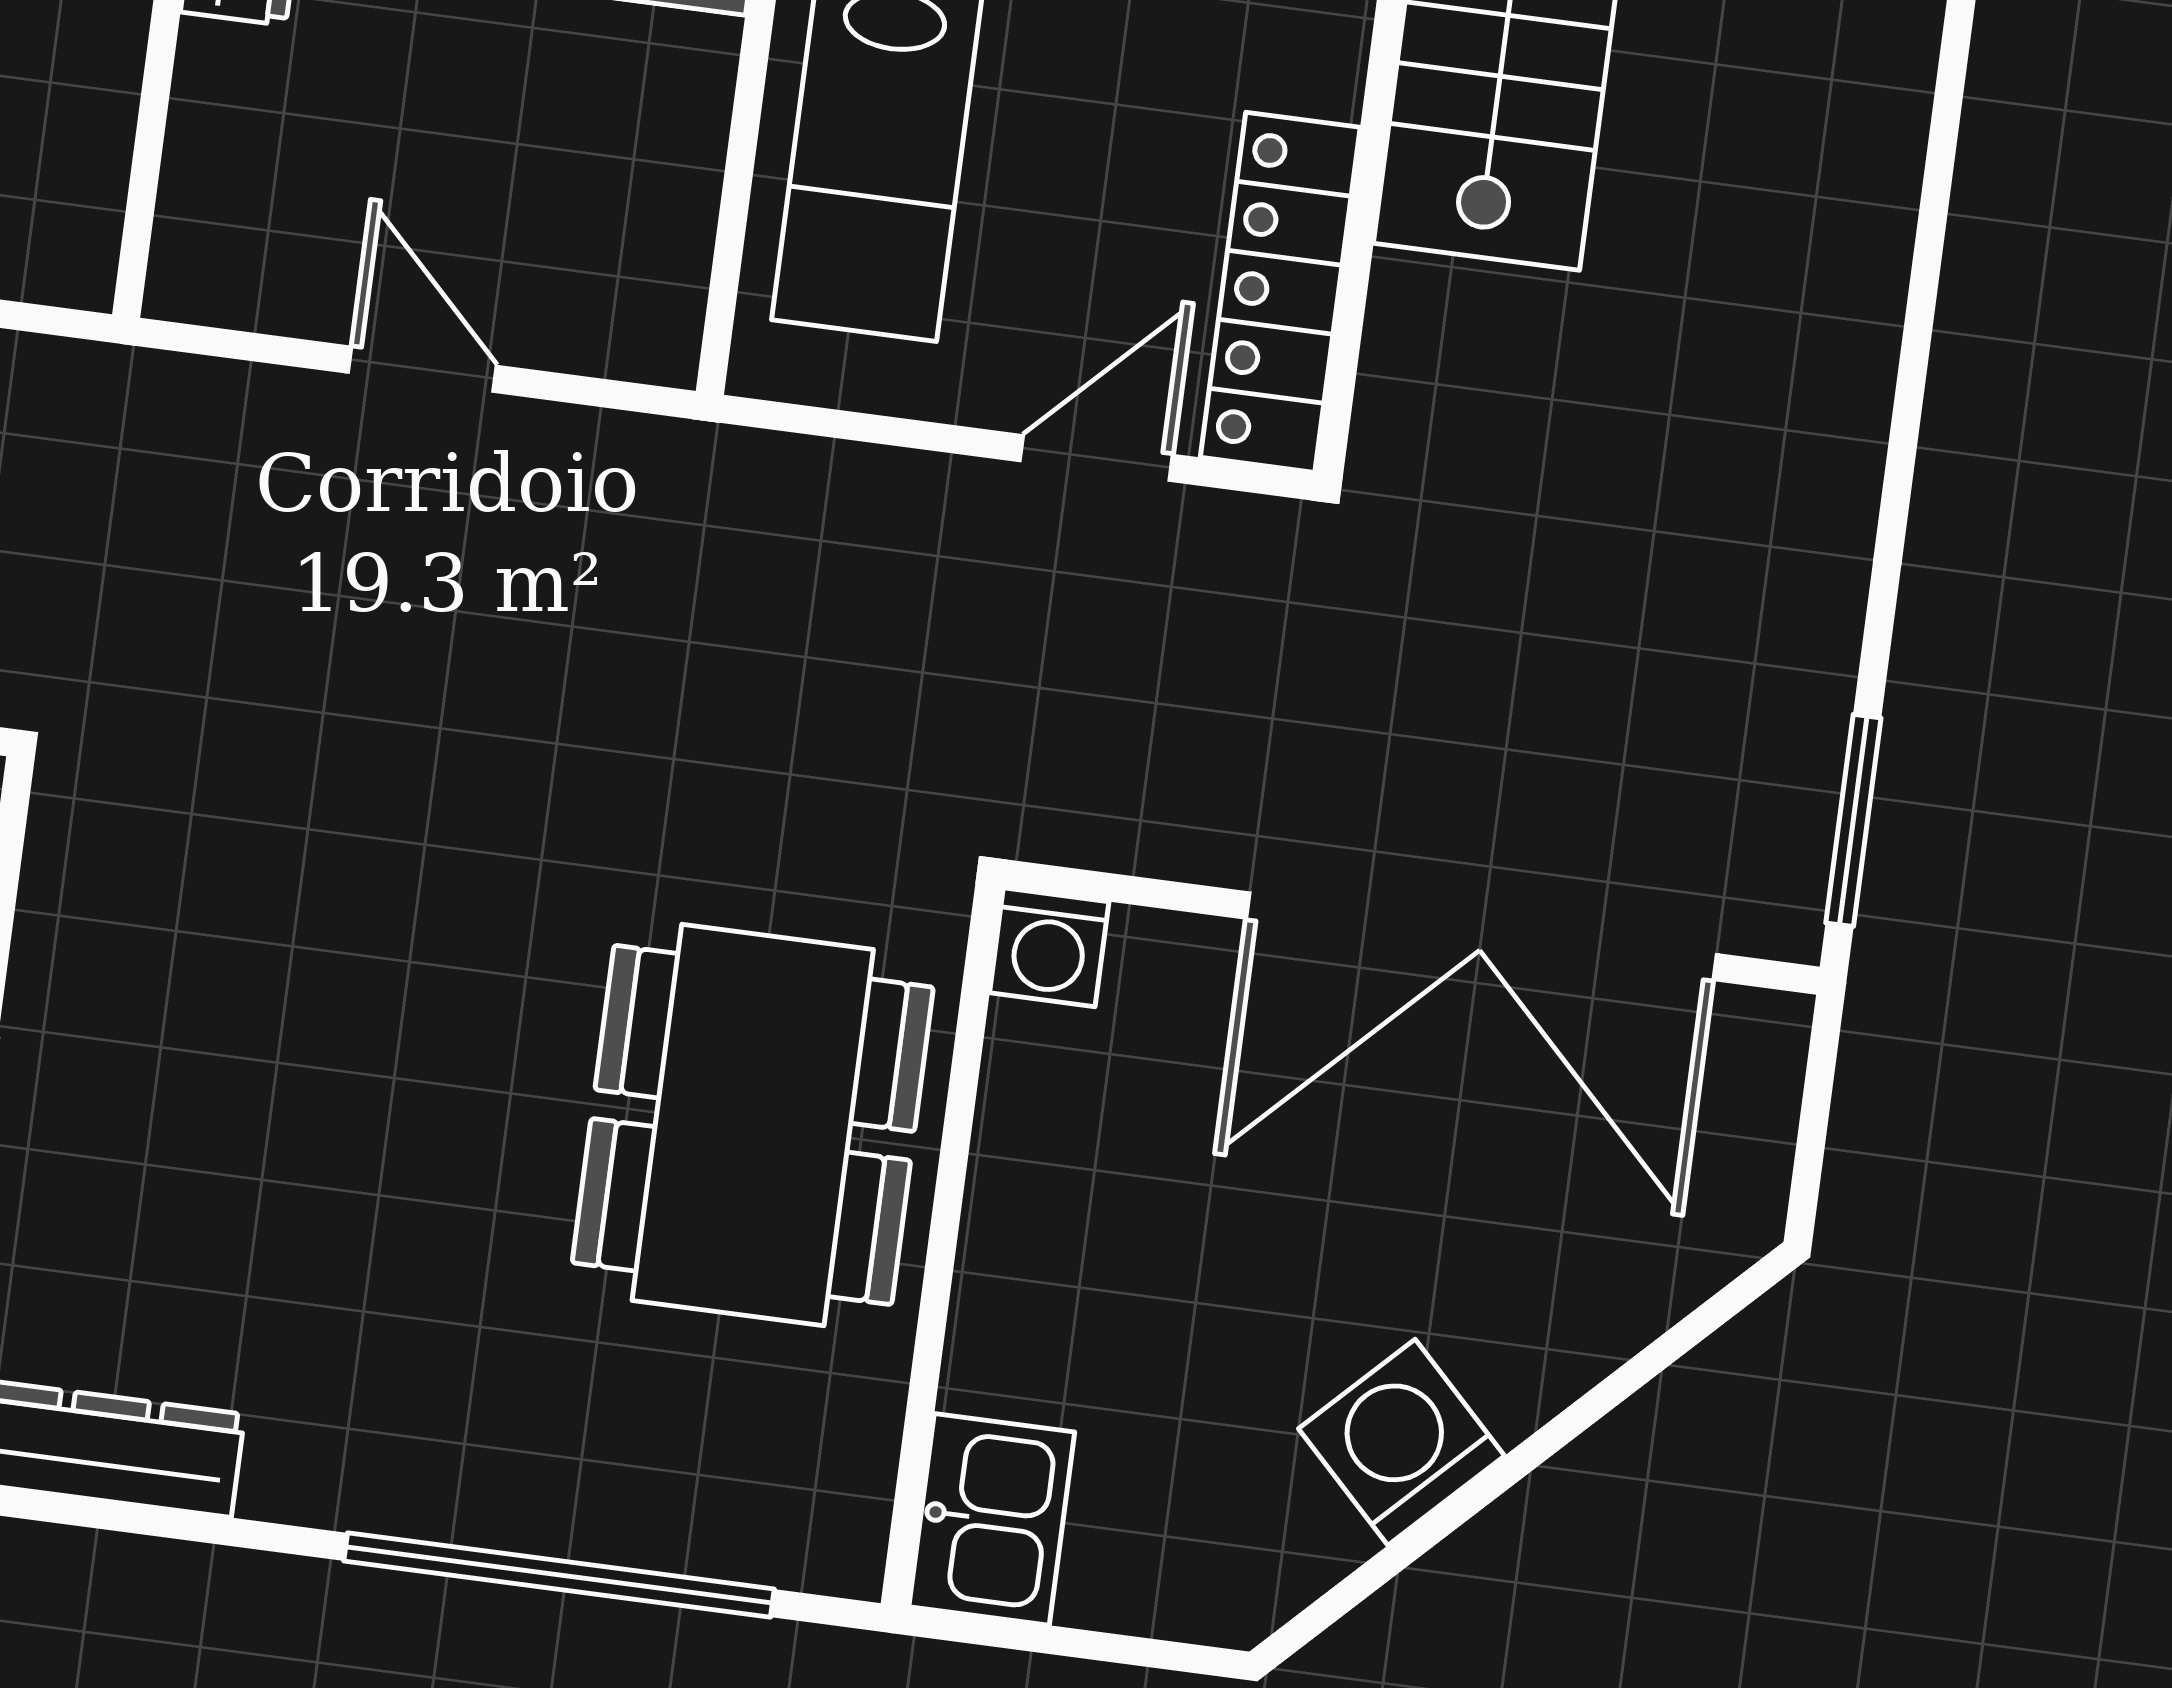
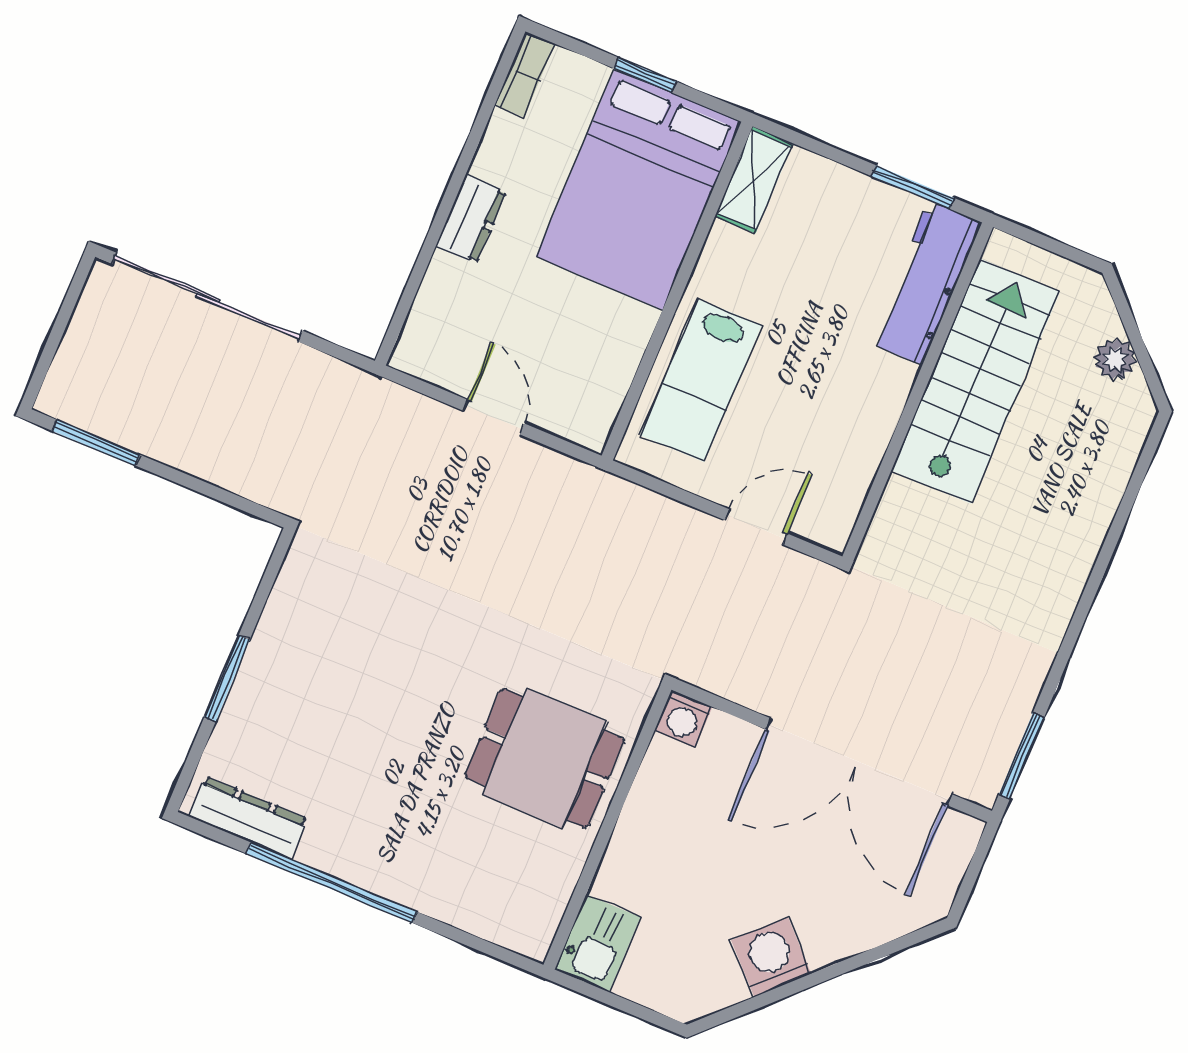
locker: (1280, 292) -> (848, 480), removed
dining table: (753, 1125) -> (544, 758), width x0.73
window: (559, 1575) -> (331, 883), moved

